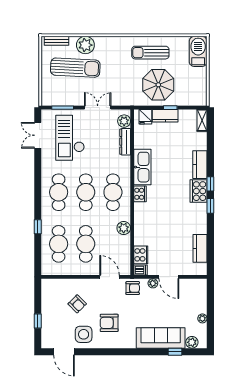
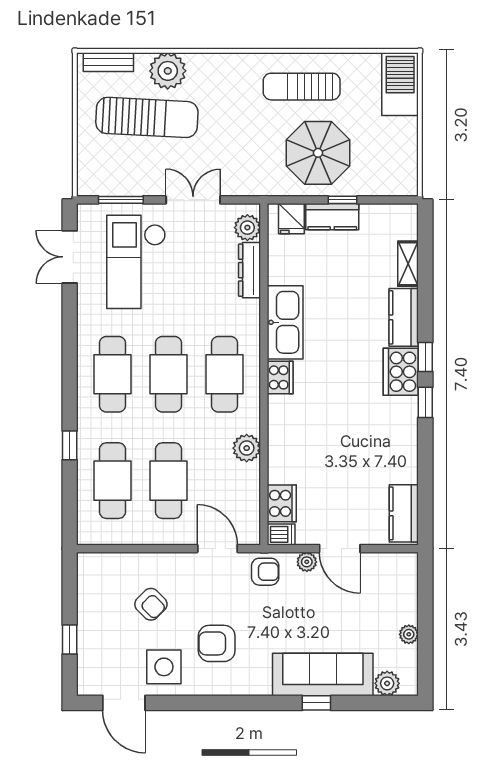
shelving: (202, 120) -> (408, 264), moved
kitchen counter: (200, 248) -> (404, 513), moved
window: (175, 352) -> (316, 703), moved

